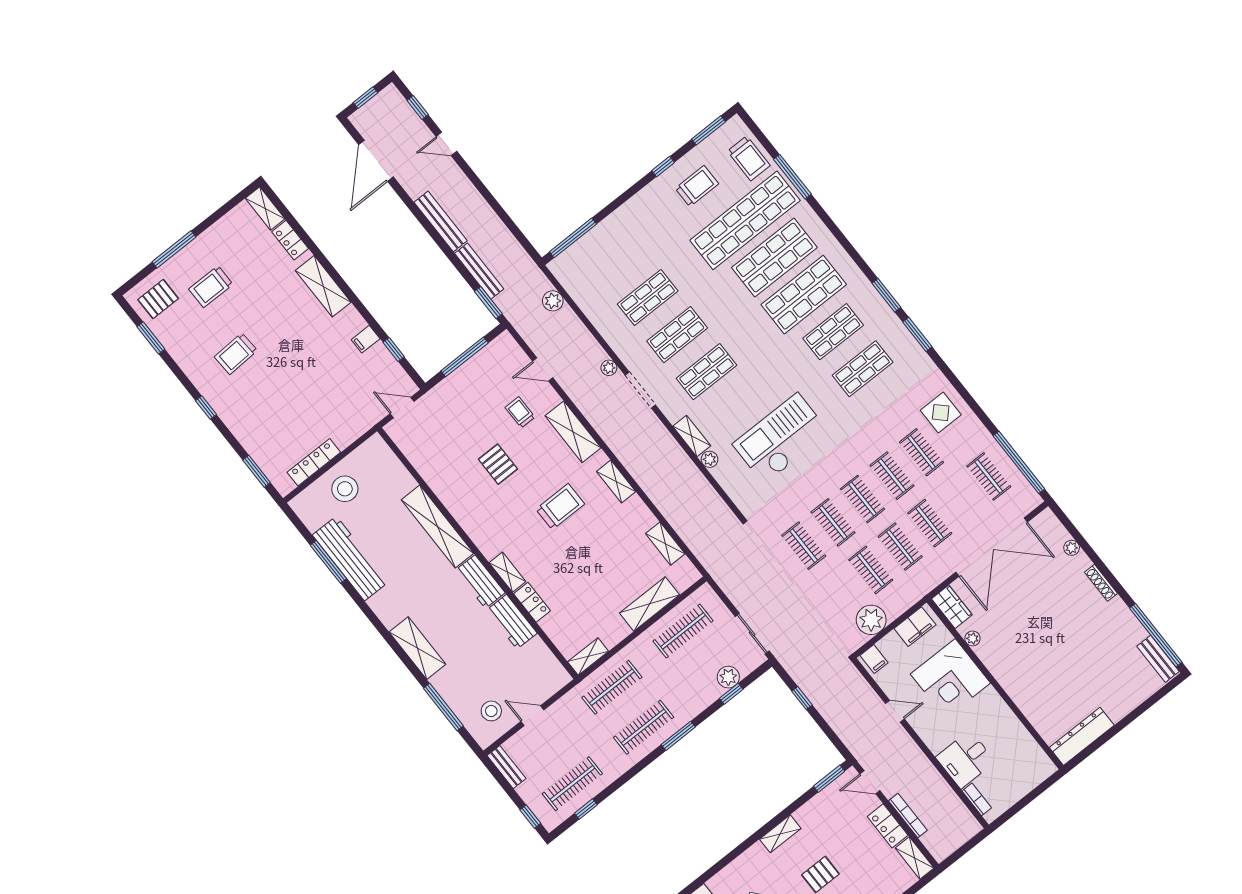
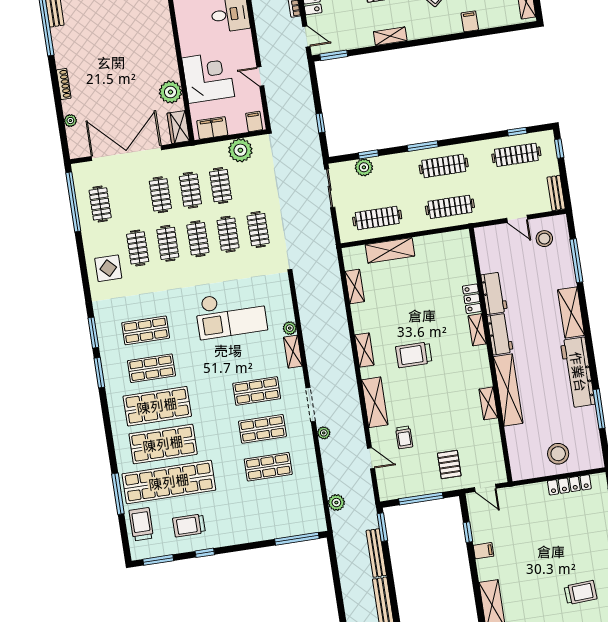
pallet: (498, 464) -> (449, 465), moved
workbench: (350, 558) -> (578, 372), moved
plant: (972, 638) -> (170, 92), width x1.87, depth x1.87
shelving: (588, 656) -> (488, 403), moved, turned 90

